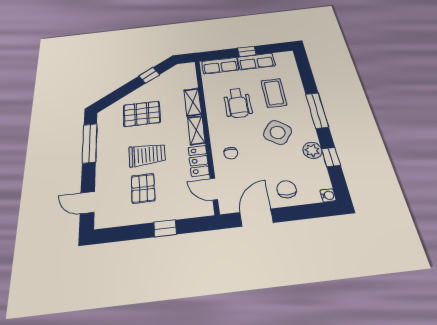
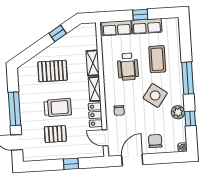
window: (90, 143) -> (14, 109), moved
pallet: (143, 188) -> (55, 134), turned 90

